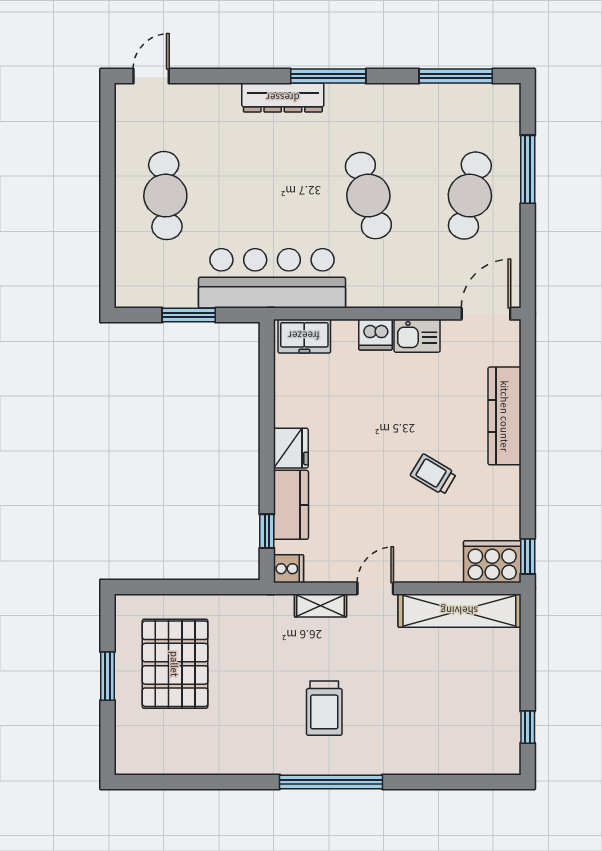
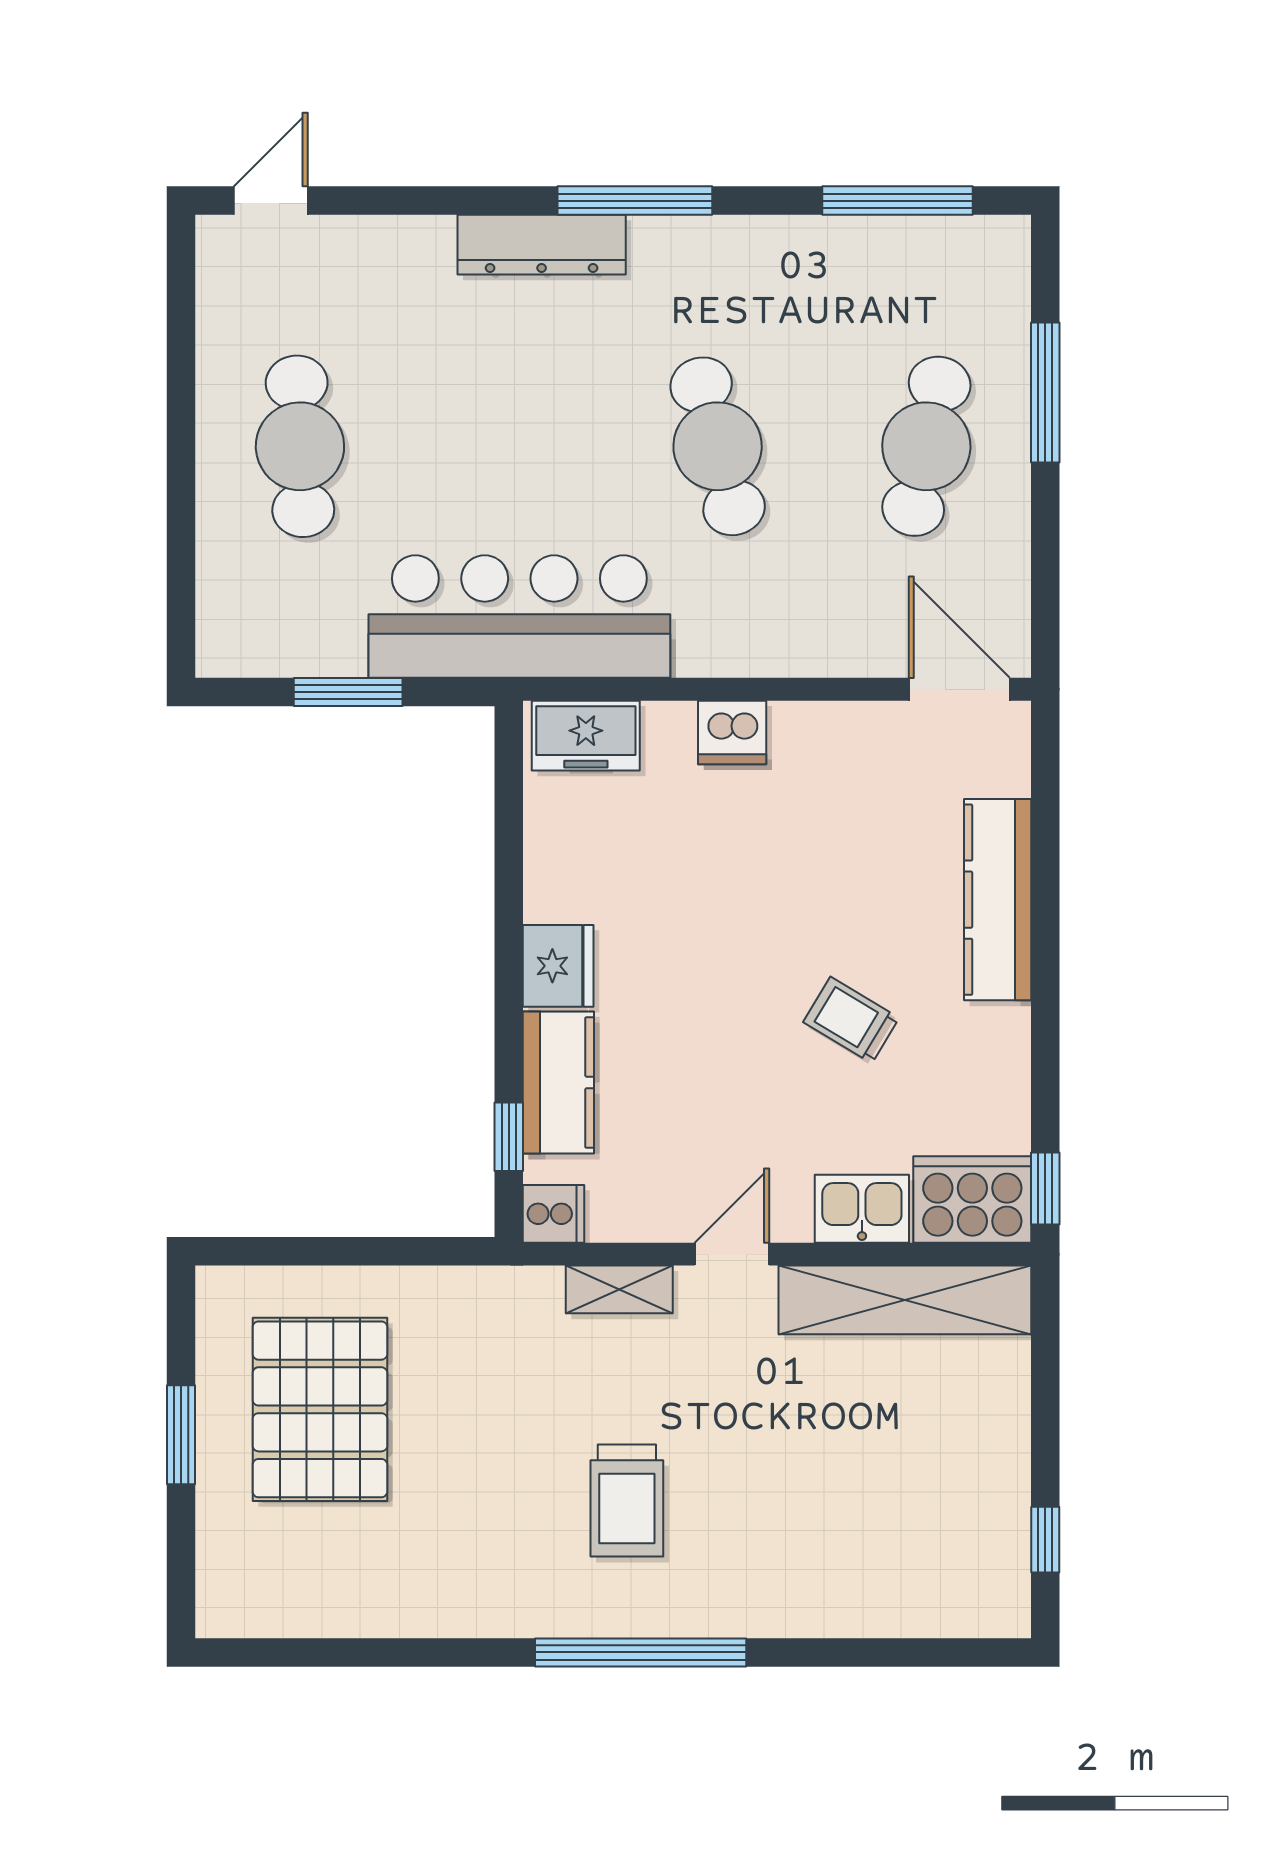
door: (486, 314) -> (959, 689), hinge flipped
kitchen sink: (417, 336) -> (862, 1209), moved, turned 180

